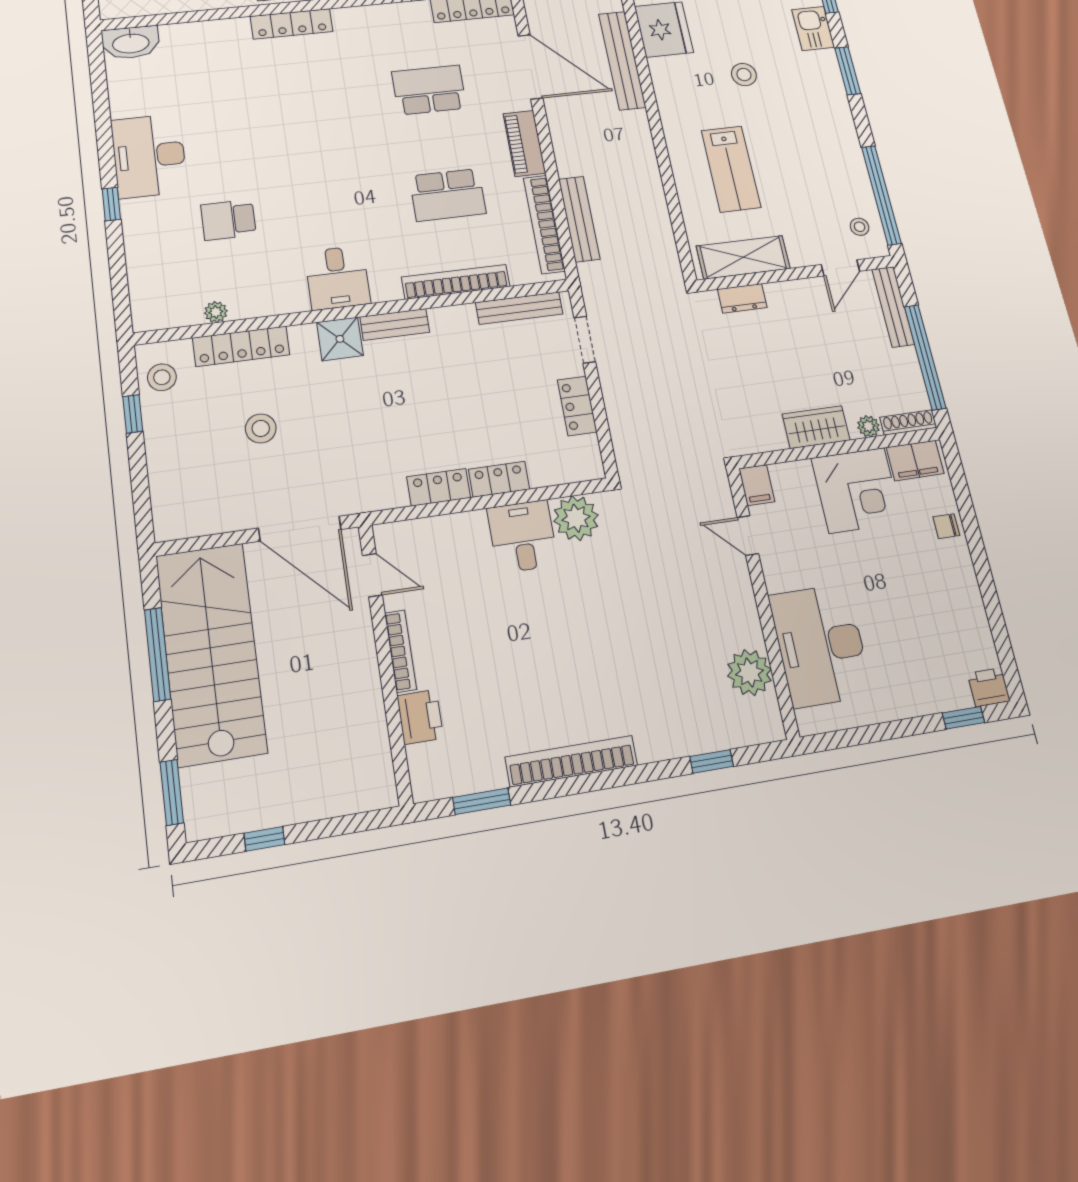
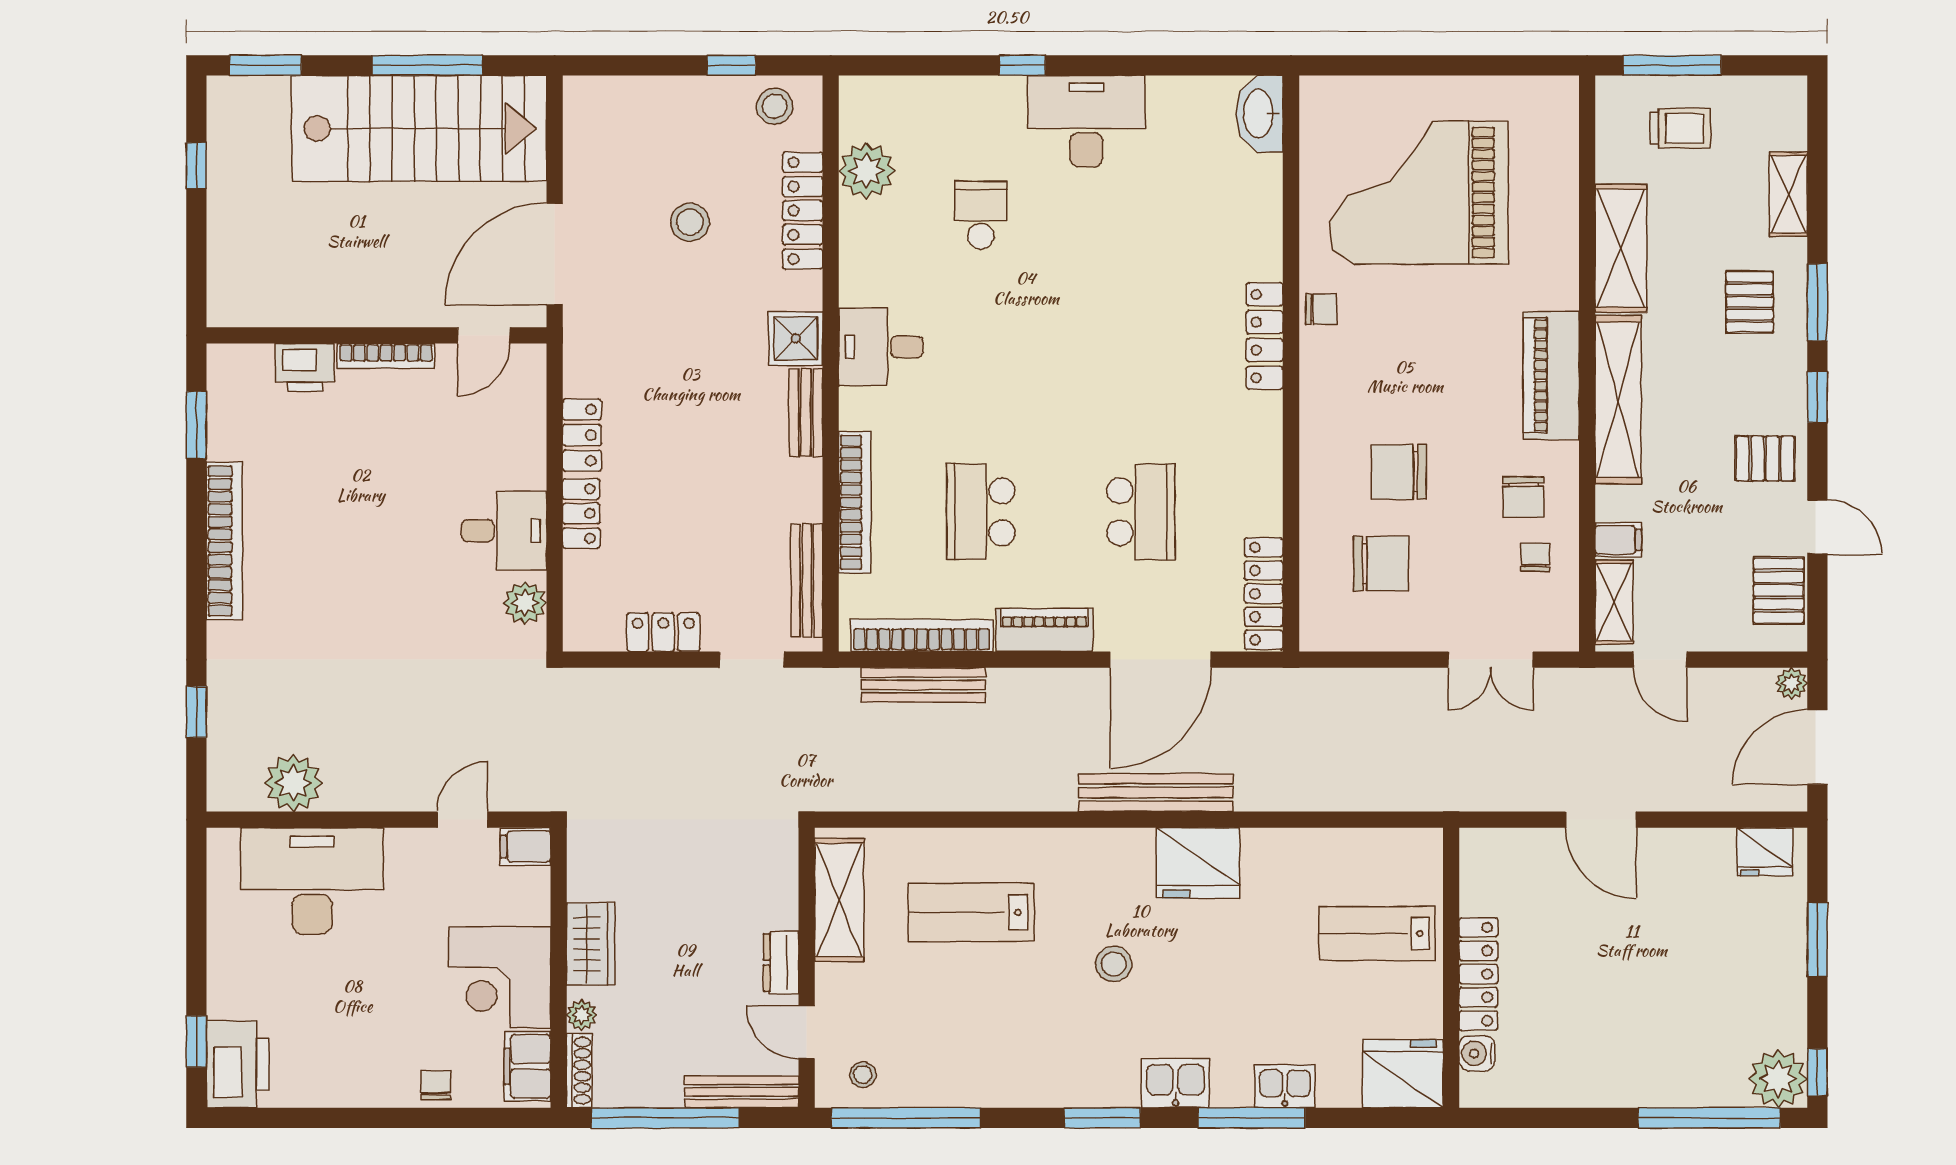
dresser: (742, 298) -> (781, 963), moved
plant: (216, 312) -> (867, 171), width x1.87, depth x1.87
plant: (576, 518) -> (525, 603), width x0.73, depth x0.73
printer: (989, 687) -> (238, 1064), width x1.87, depth x1.48

